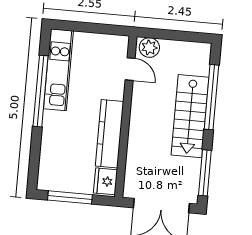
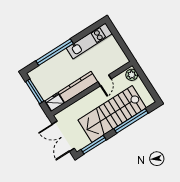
door: (130, 69) -> (105, 80), moved
window: (41, 91) -> (55, 52), moved
stairs: (190, 116) -> (112, 114), width x1.36, depth x1.51

